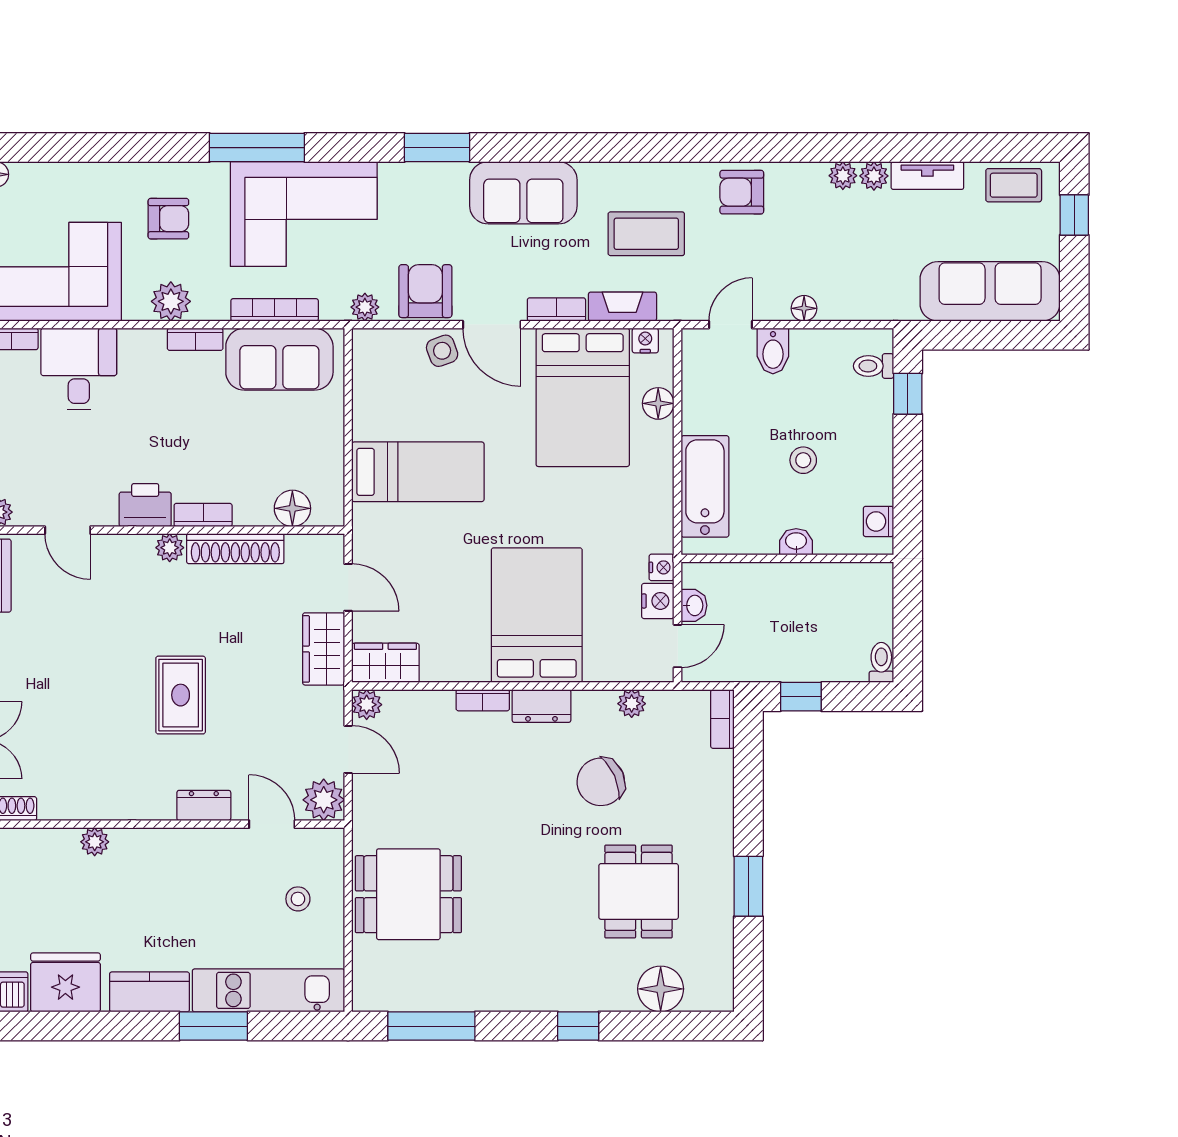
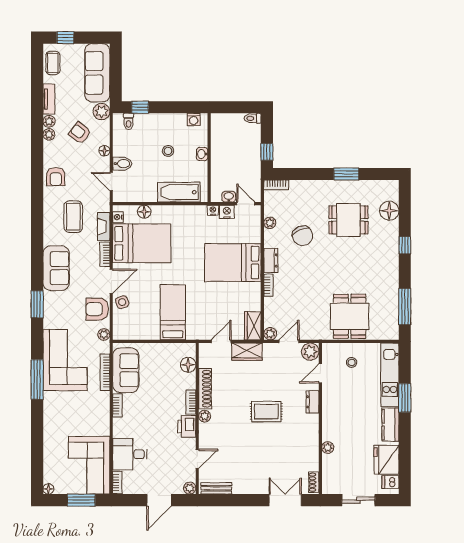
armchair: (168, 219) -> (80, 133), moved, turned -53
plant: (171, 301) -> (102, 112), moved

